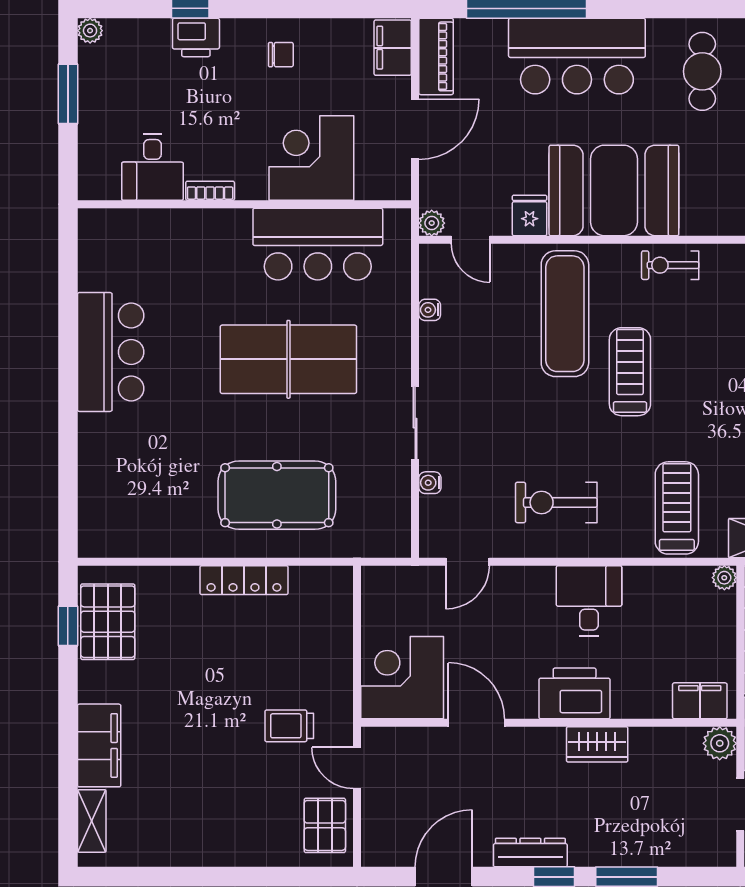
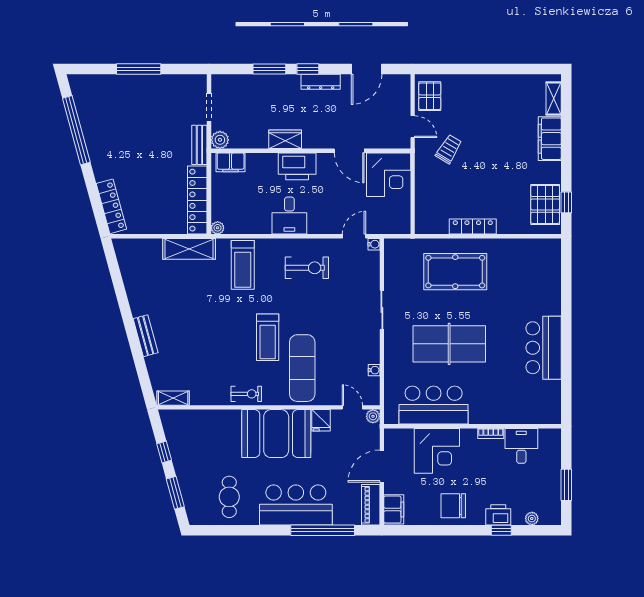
plant: (90, 31) -> (532, 519), moved
chair: (281, 55) -> (453, 506), width x1.87, depth x1.87
water cooler: (430, 483) -> (374, 244), moved
trolley: (289, 726) -> (449, 149), turned -59

